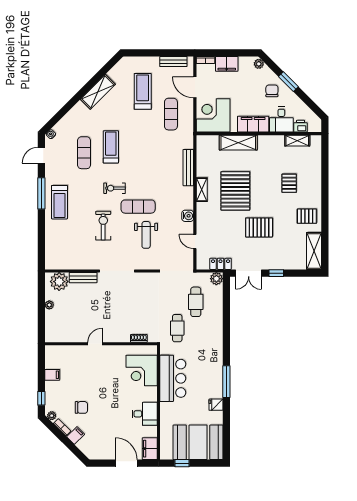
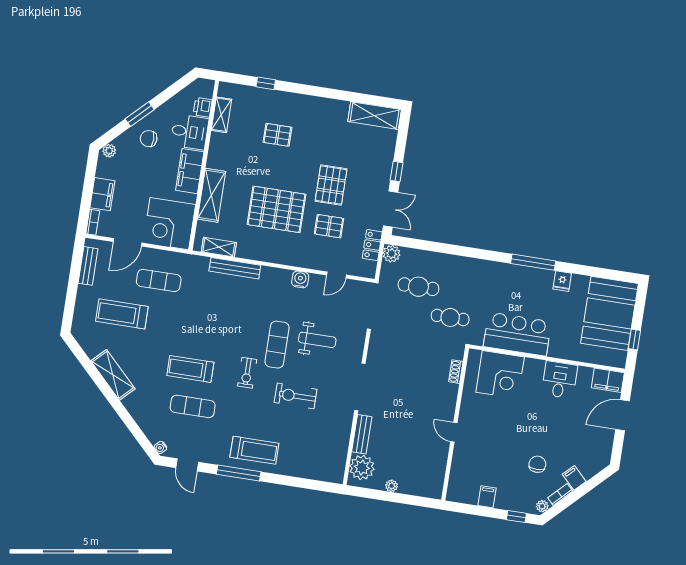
window: (325, 169) -> (266, 83), added
shelving: (202, 190) -> (219, 247), moved
pallet: (307, 216) -> (329, 226), moved, turned 90

